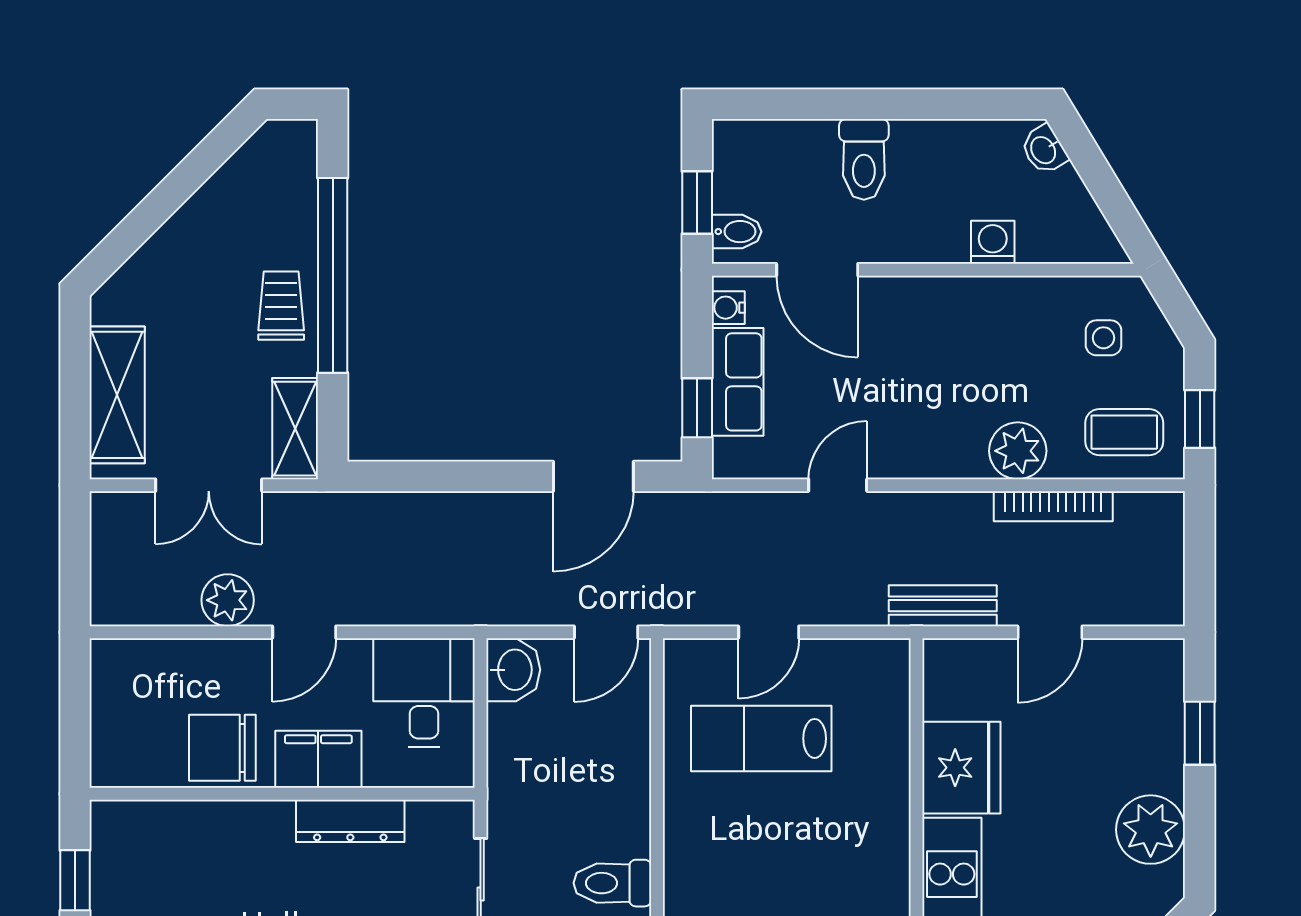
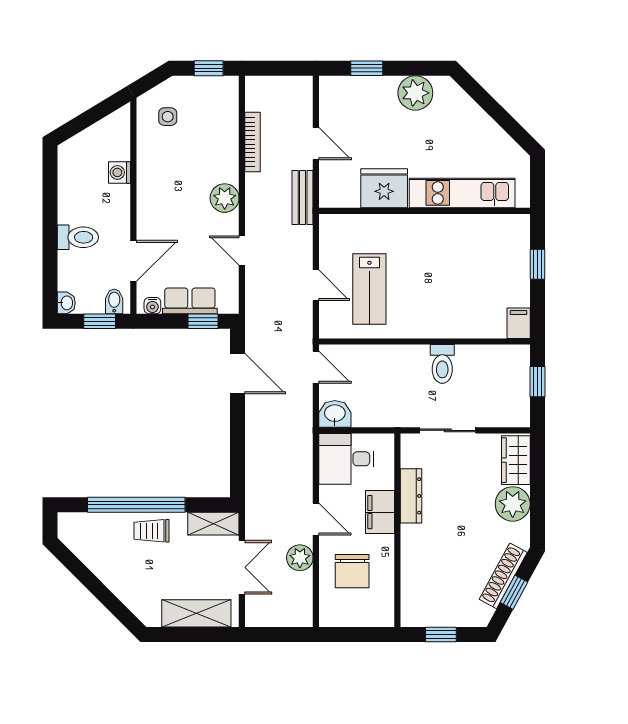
washbasin: (1044, 150) -> (66, 303), moved, turned -59
coffee table: (1124, 432) -> (215, 106), removed
plant: (1018, 451) -> (225, 198), moved
chair: (222, 748) -> (352, 571), moved

